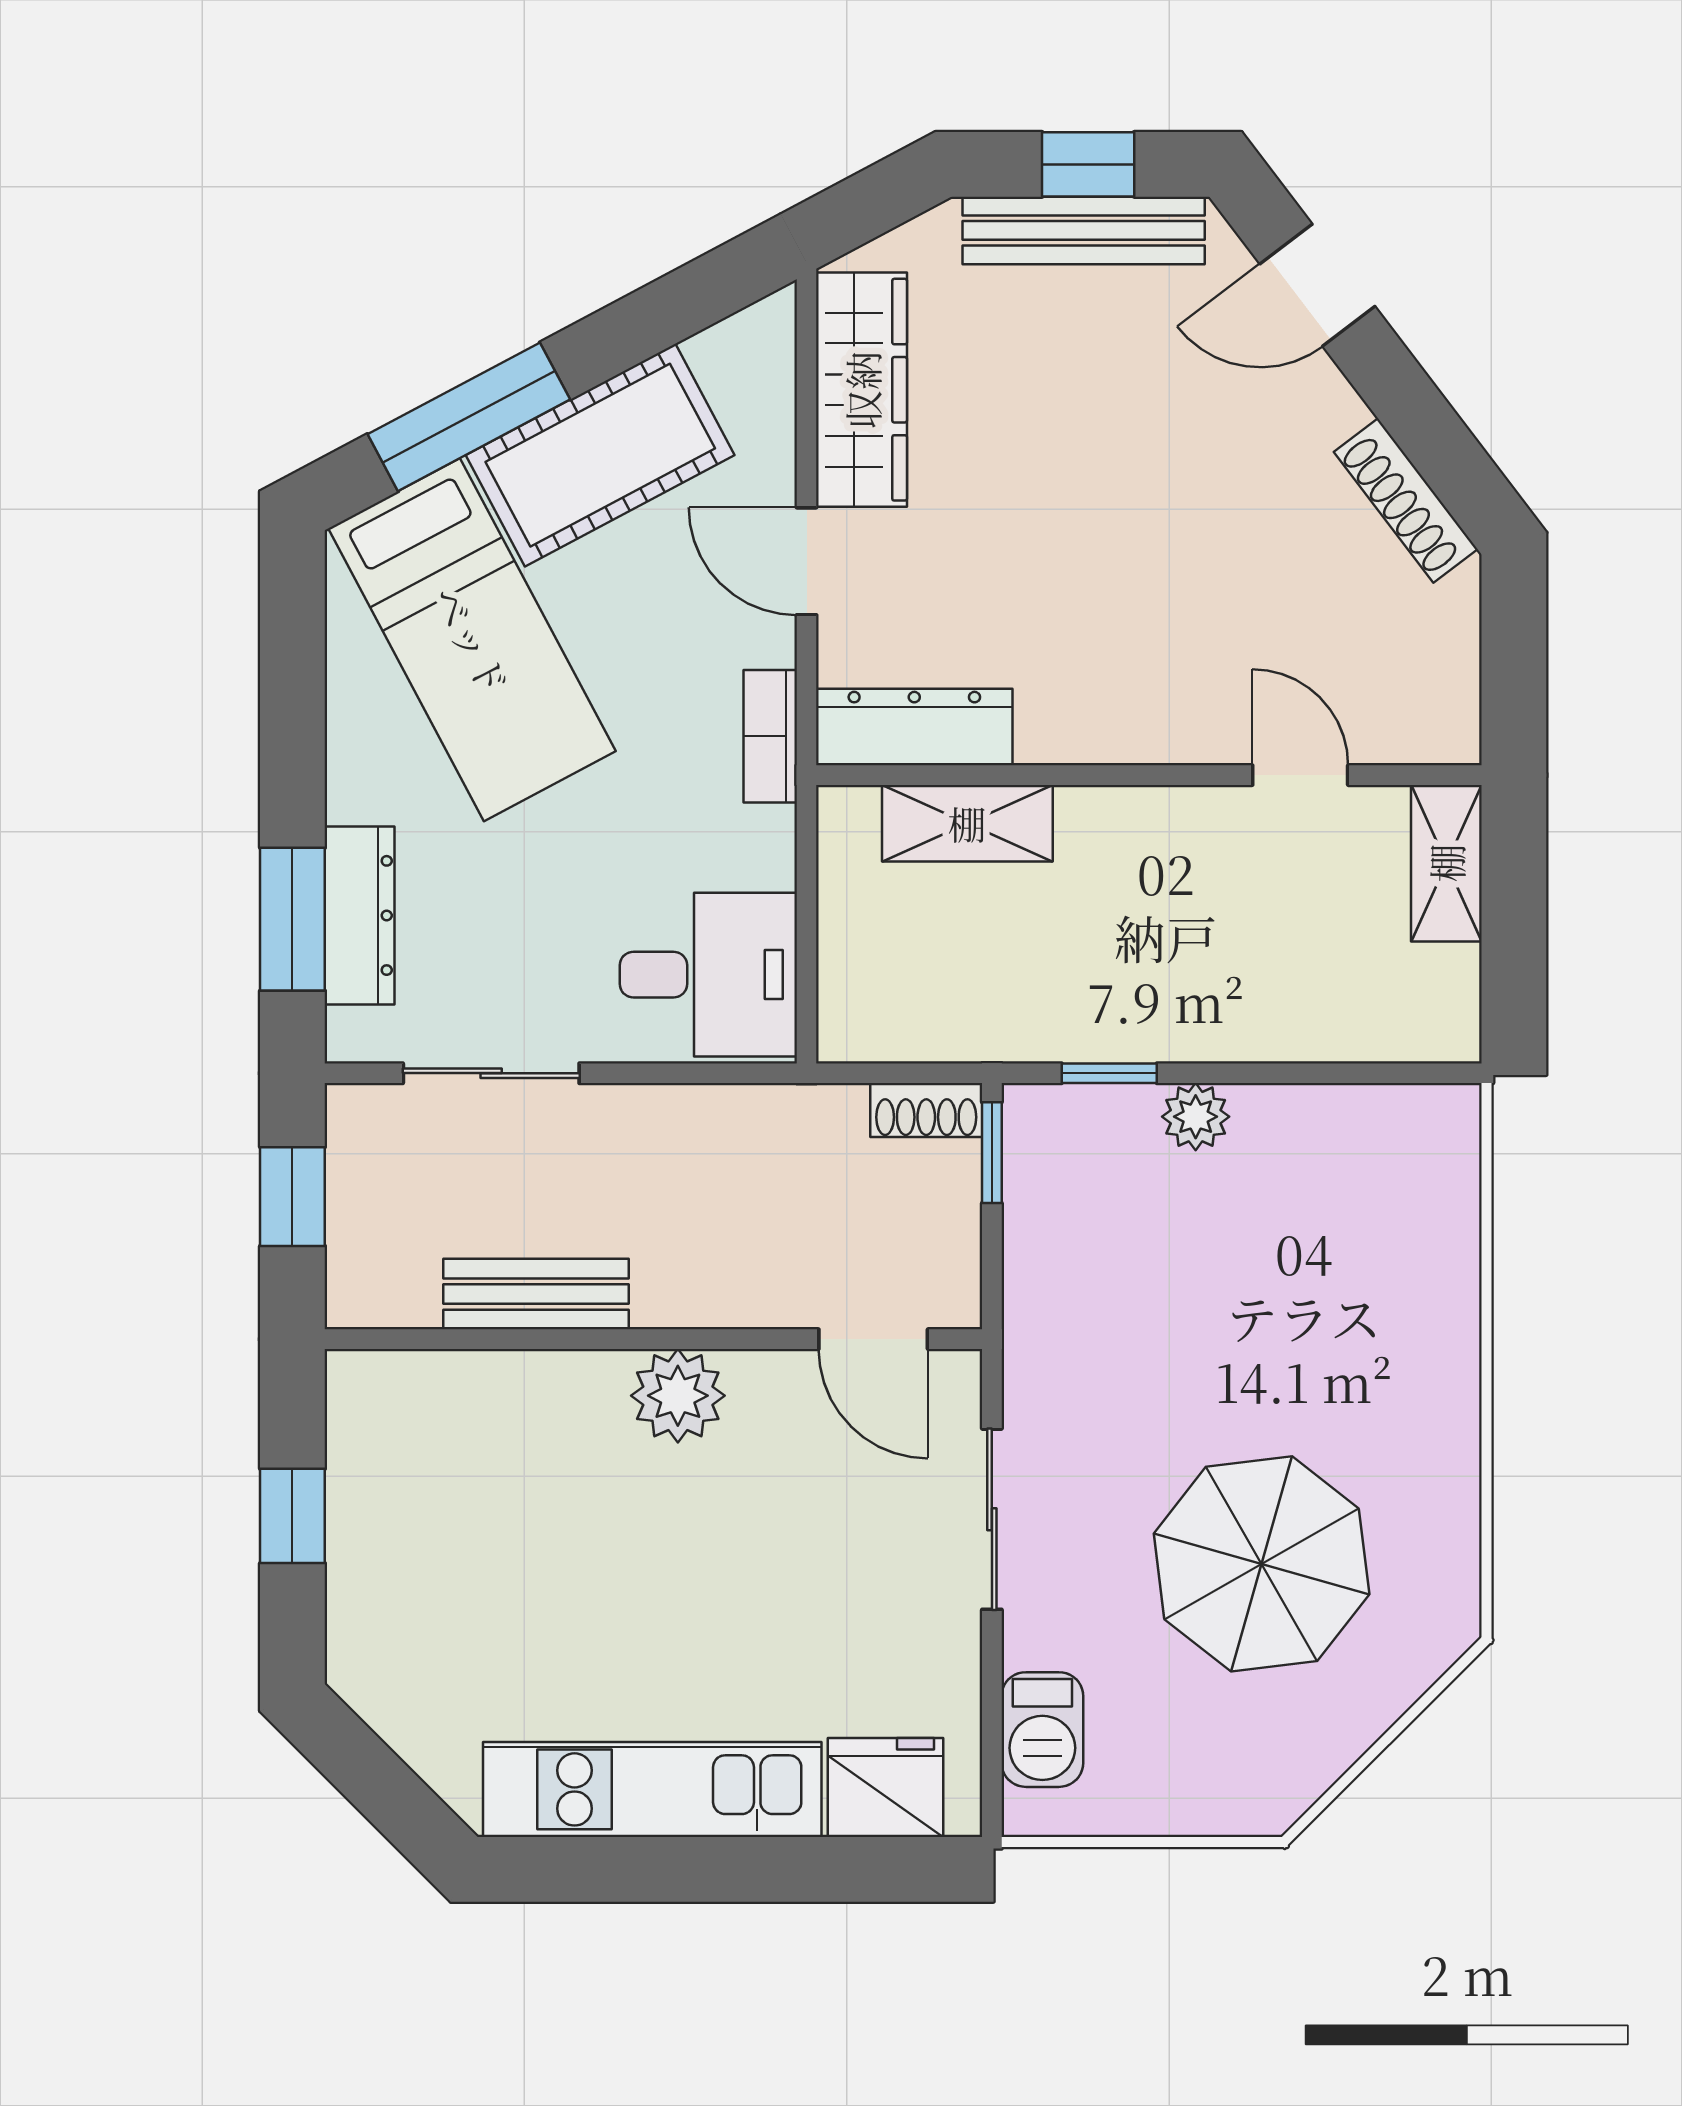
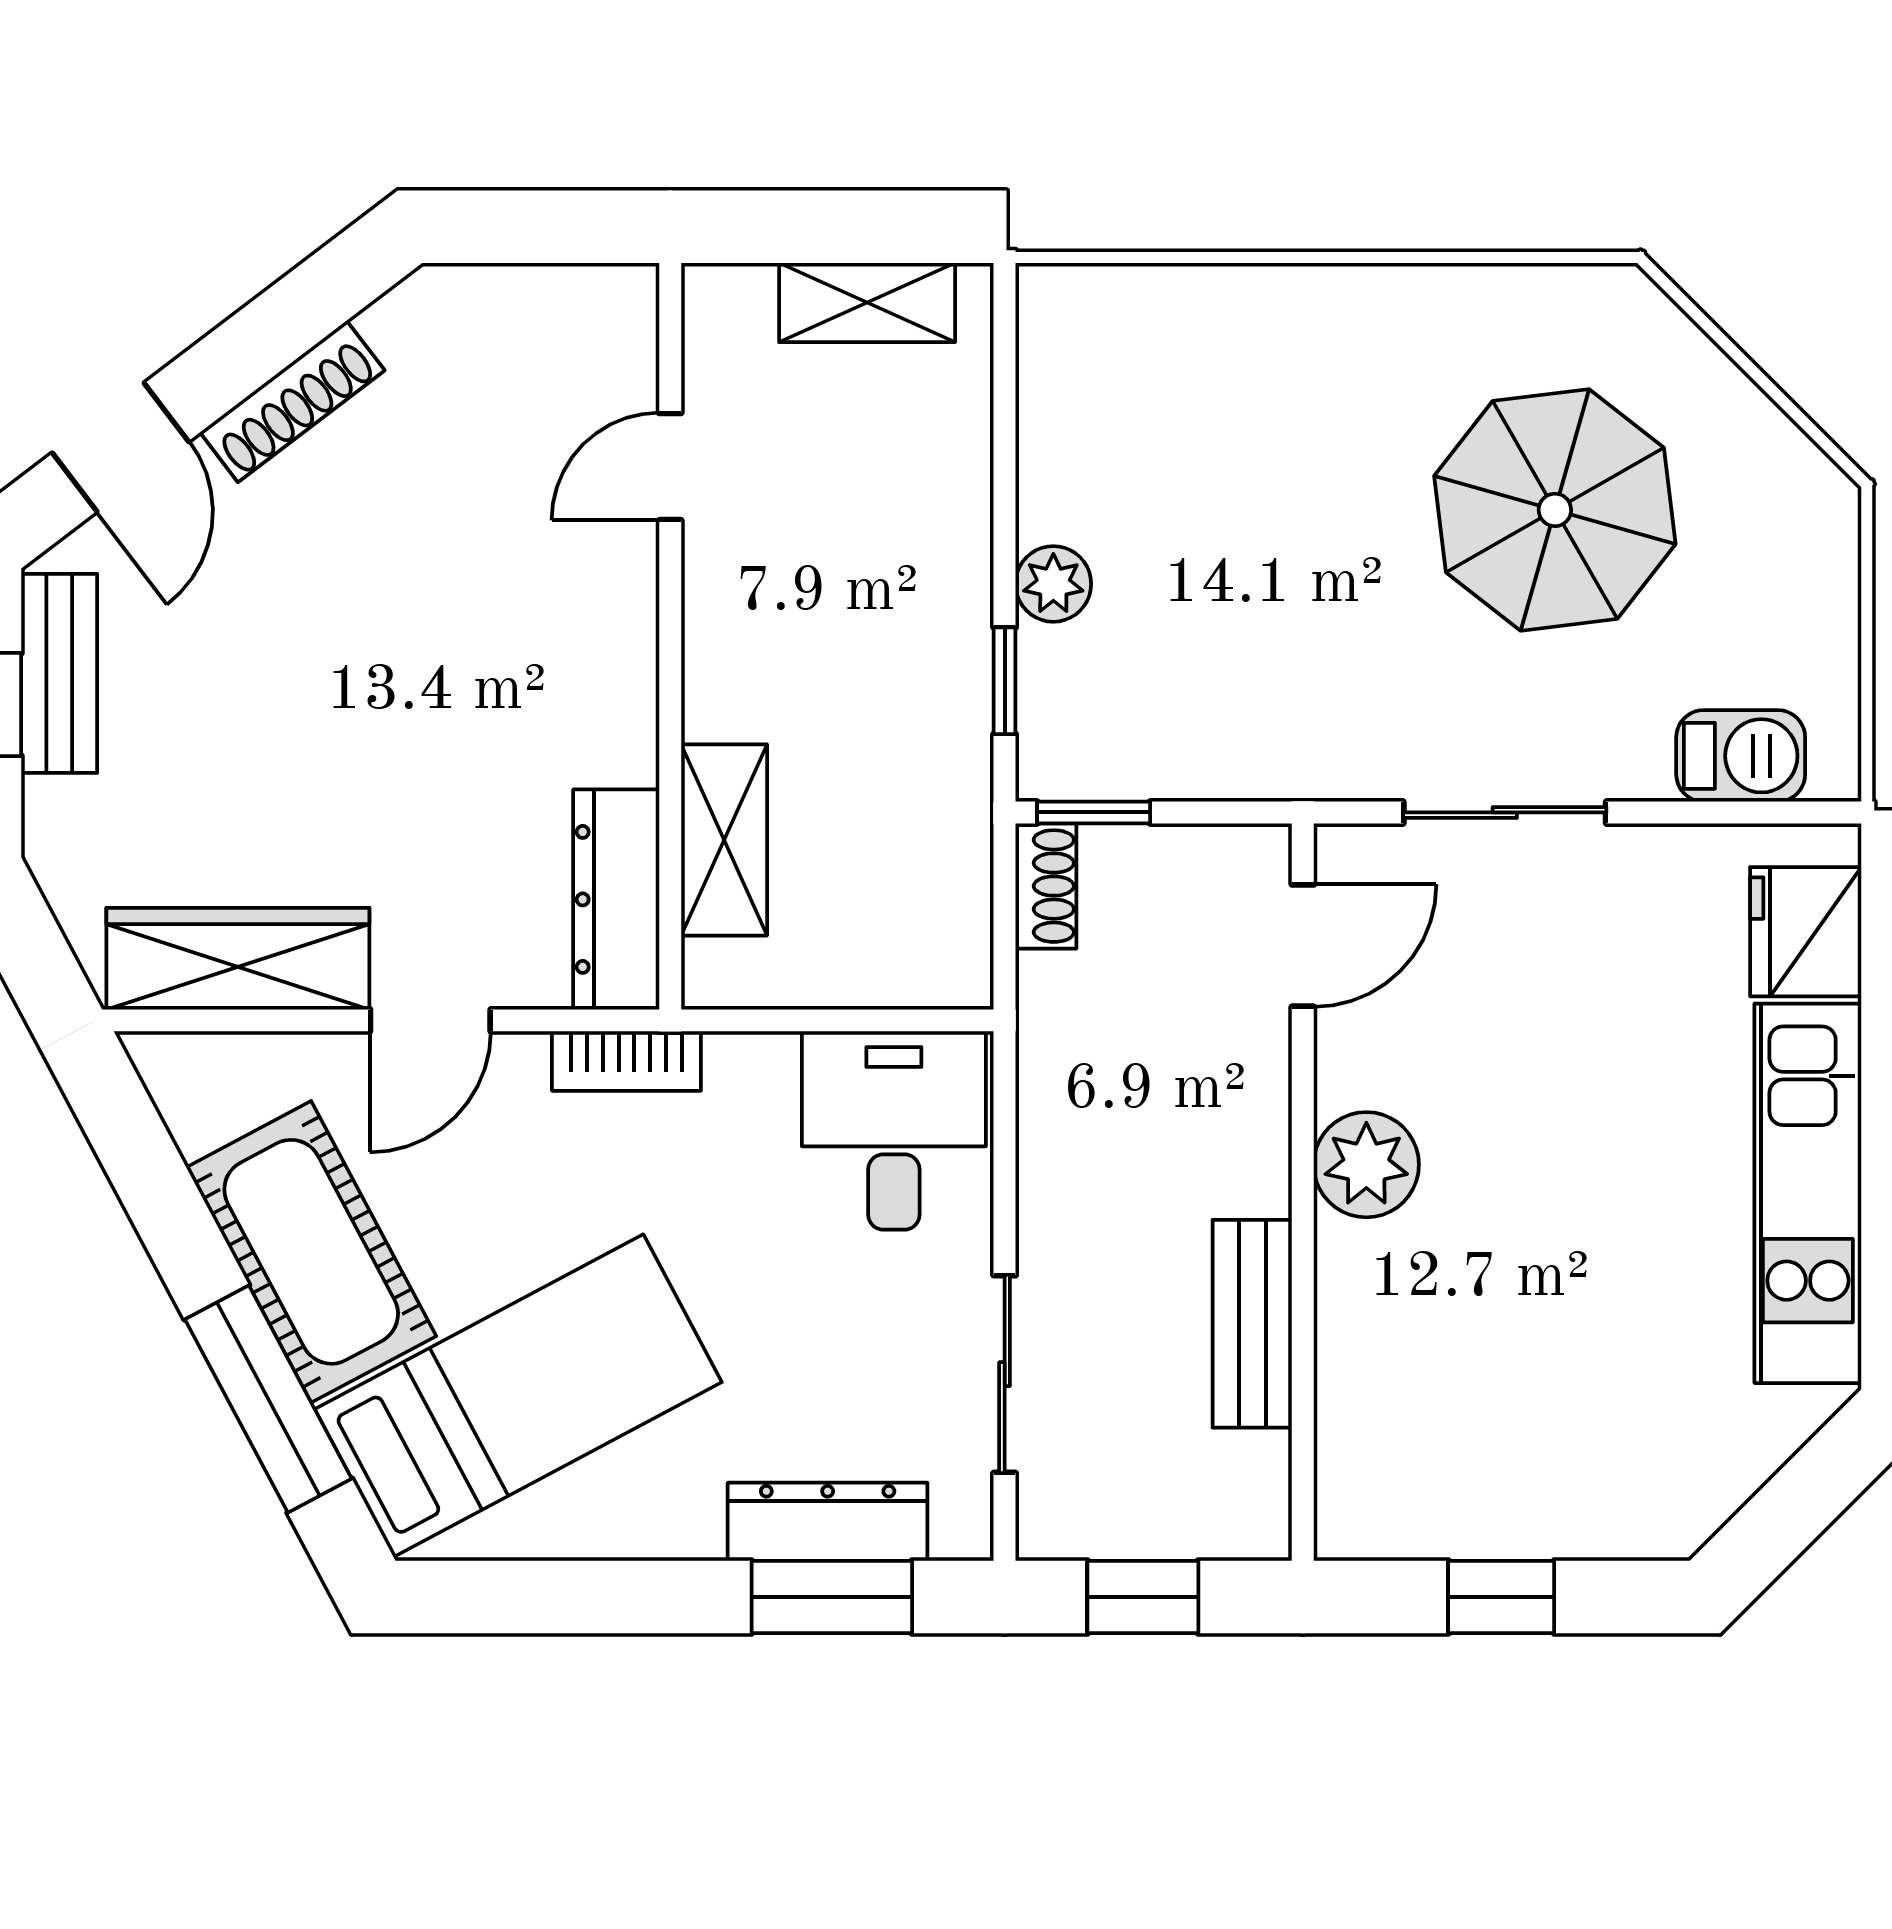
bench: (1084, 230) -> (59, 673), width x0.73
shoe rack: (1406, 501) -> (292, 401), moved
shelving: (1446, 863) -> (867, 303), moved

